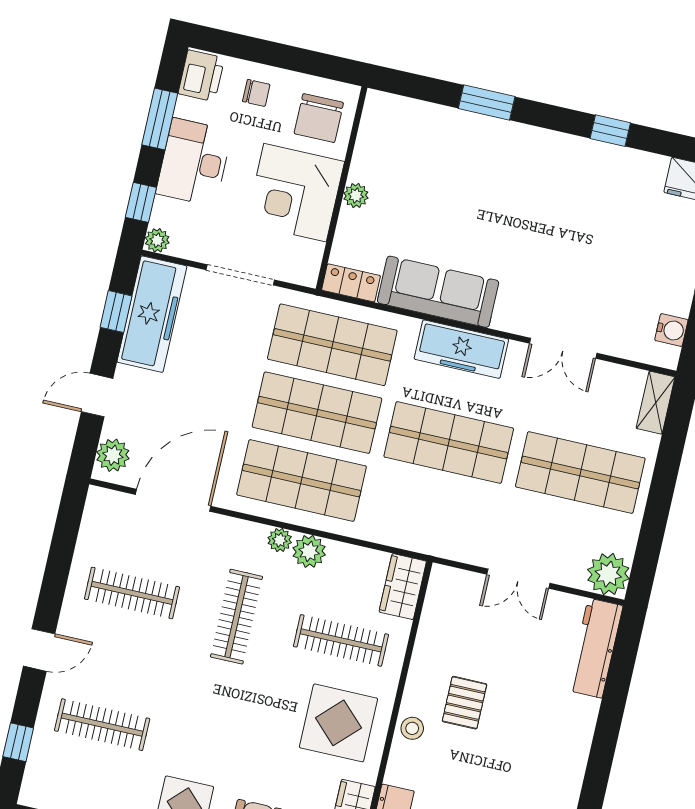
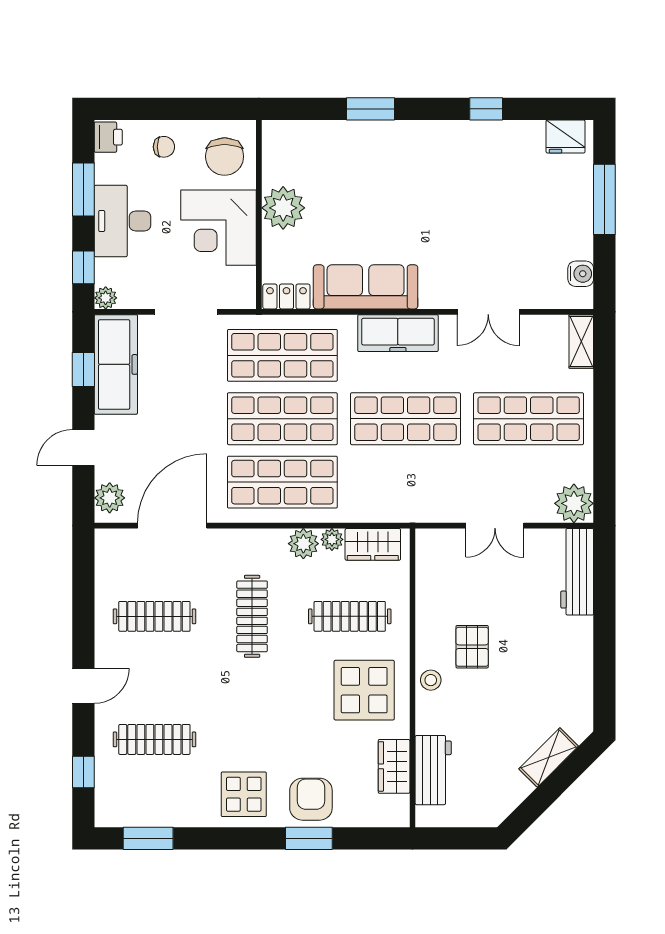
printer: (201, 76) -> (108, 137), width x0.73, depth x0.81
plant: (356, 196) -> (283, 208), width x1.87, depth x1.87
plant: (280, 540) -> (332, 539), moved
wardrobe: (403, 587) -> (373, 544), moved, turned -90

